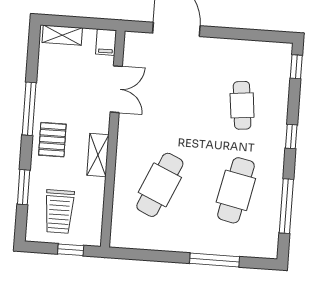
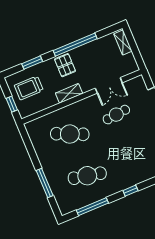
filing cabinet: (106, 42) -> (131, 67), removed
cafe table: (242, 105) -> (116, 115), moved
window: (29, 109) -> (75, 45), width x1.46
pallet: (52, 140) -> (65, 65), turned 90

